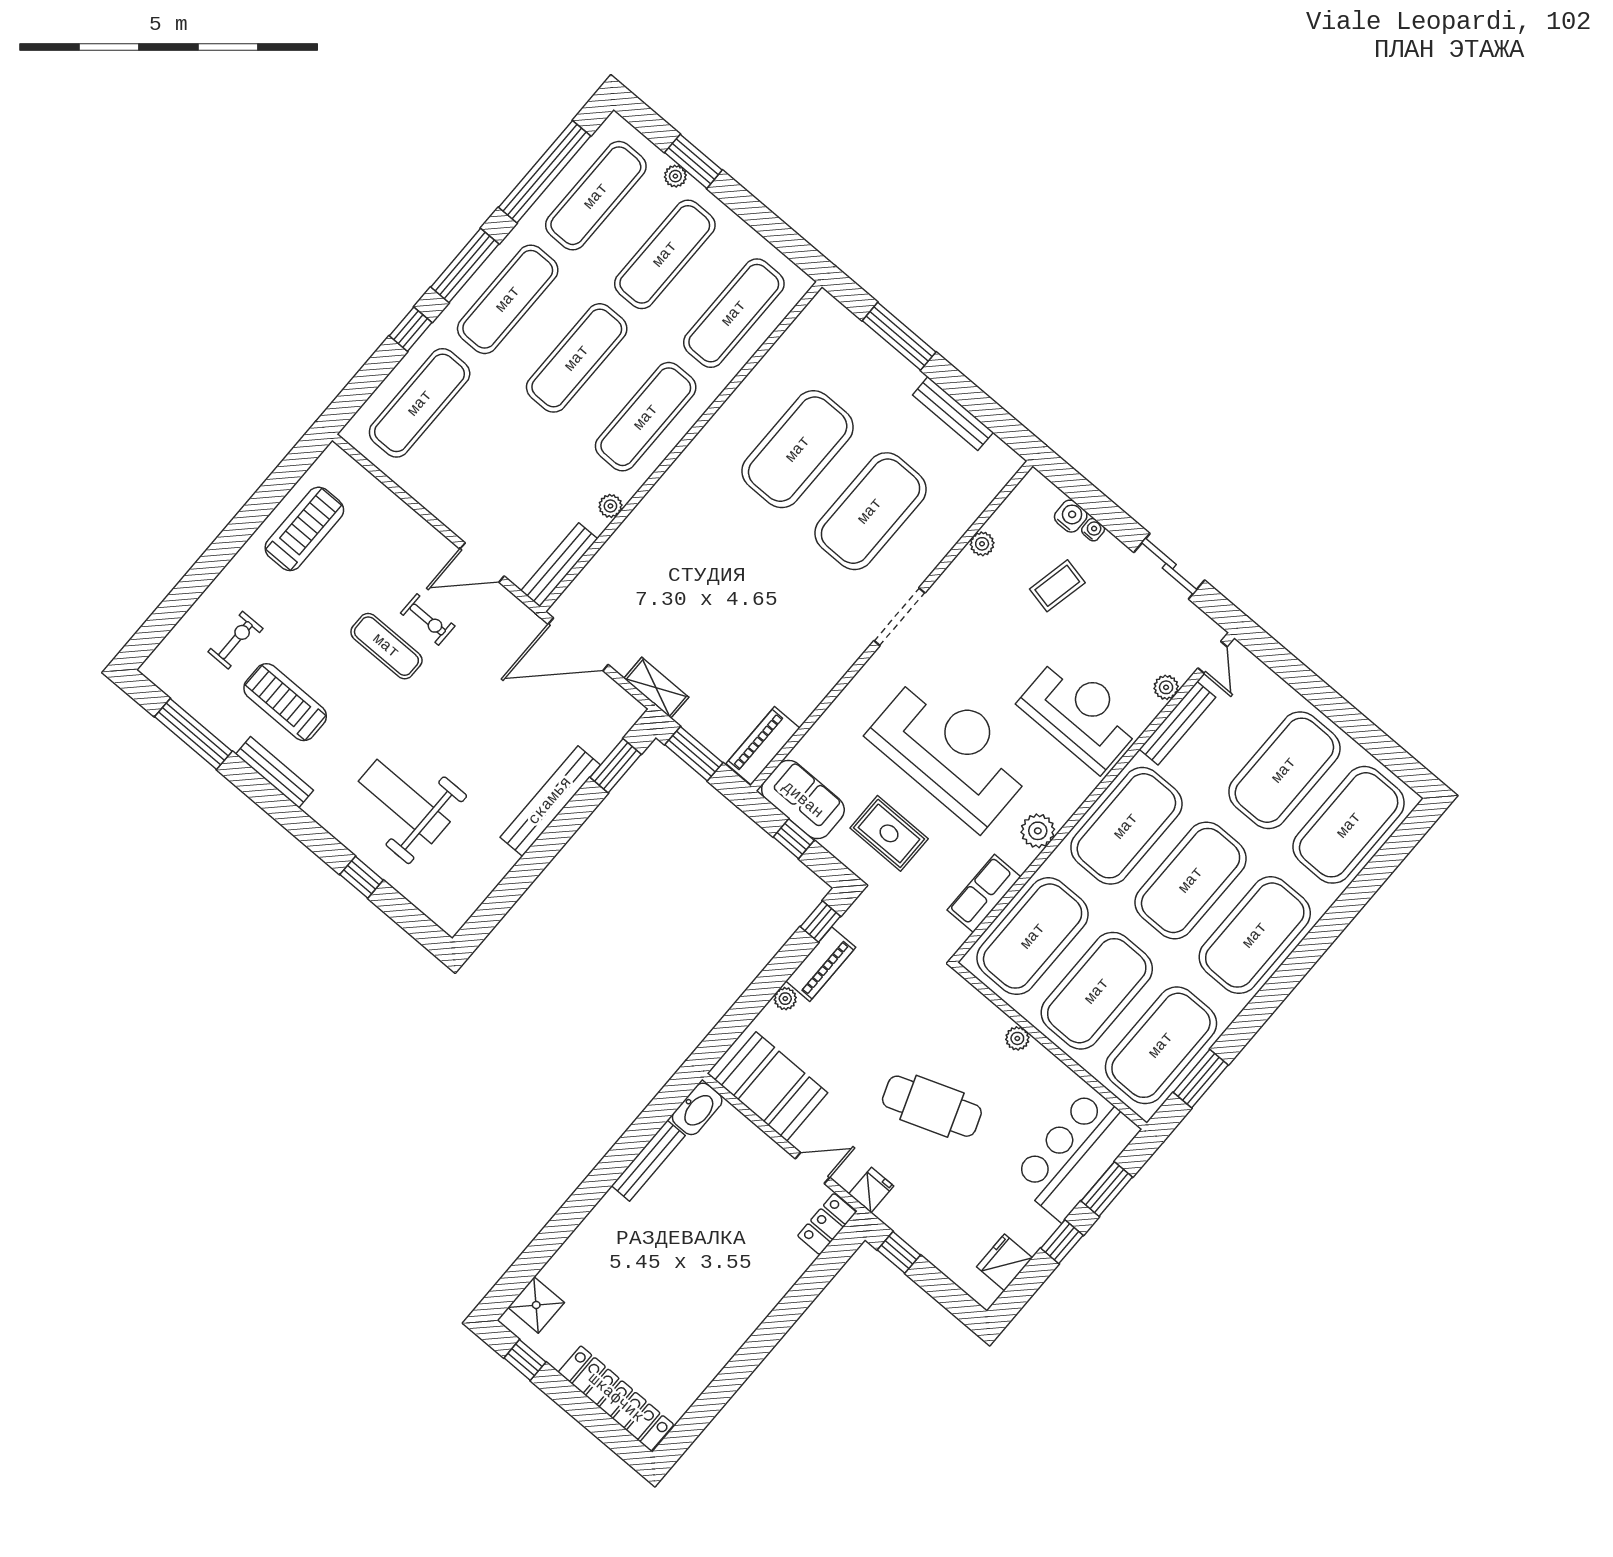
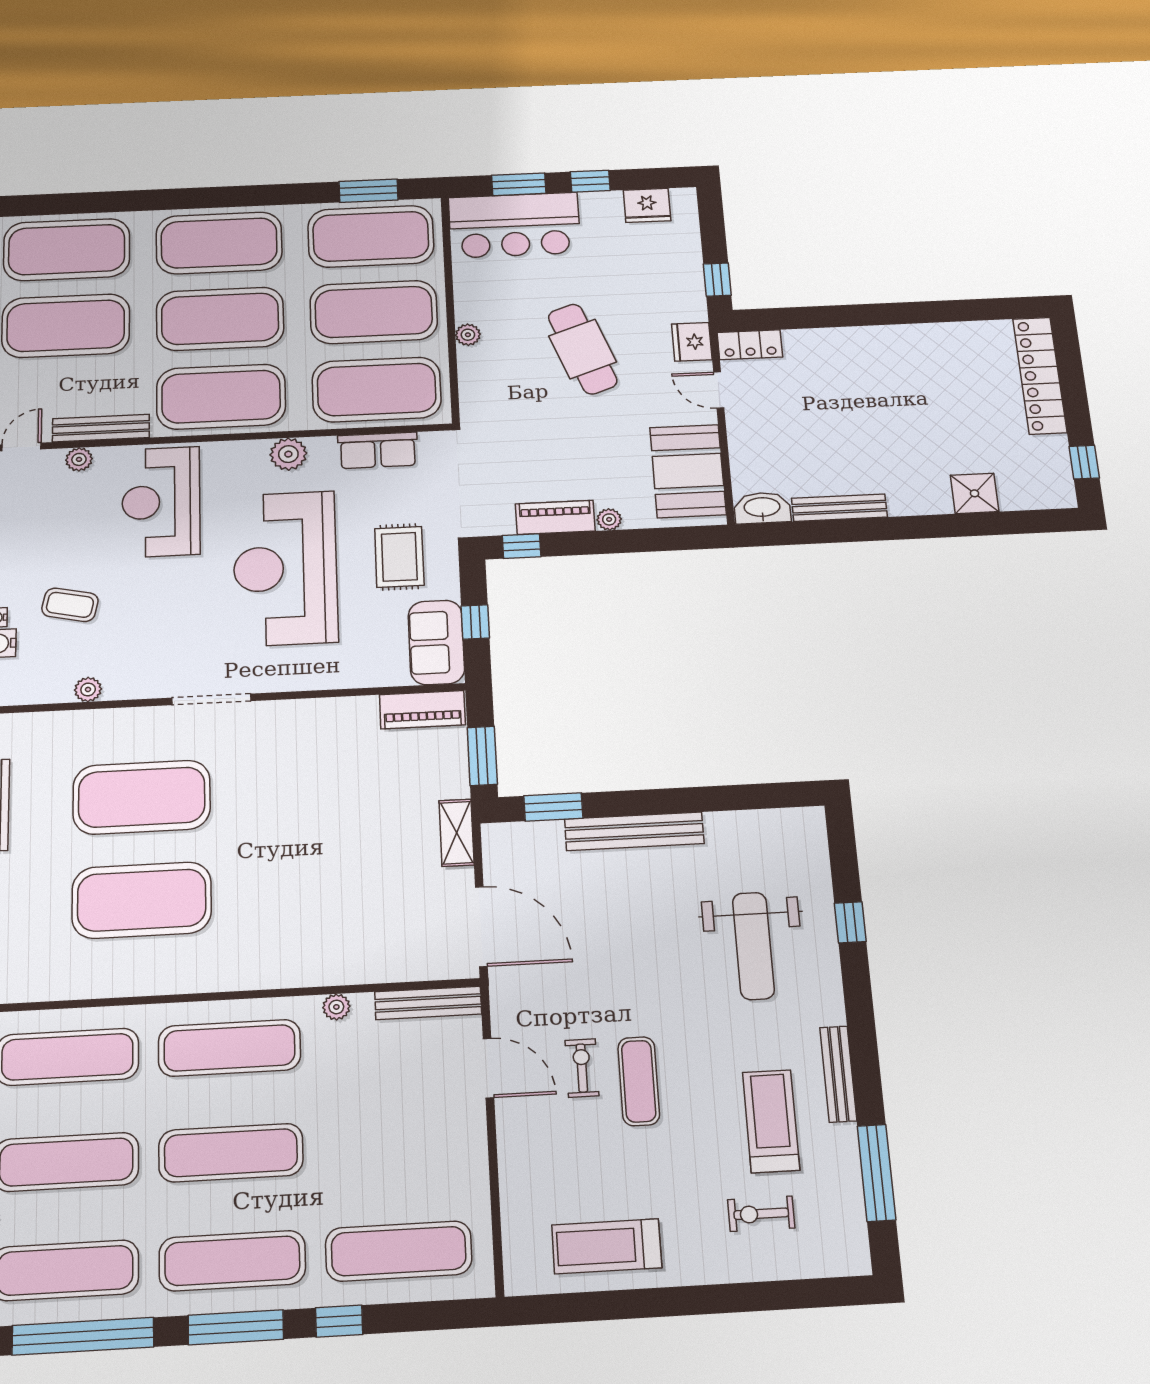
treadmill: (285, 702) -> (771, 1121), turned 180
fridge: (871, 1190) -> (692, 342), width x1.38
shower: (536, 1305) -> (975, 493), moved

